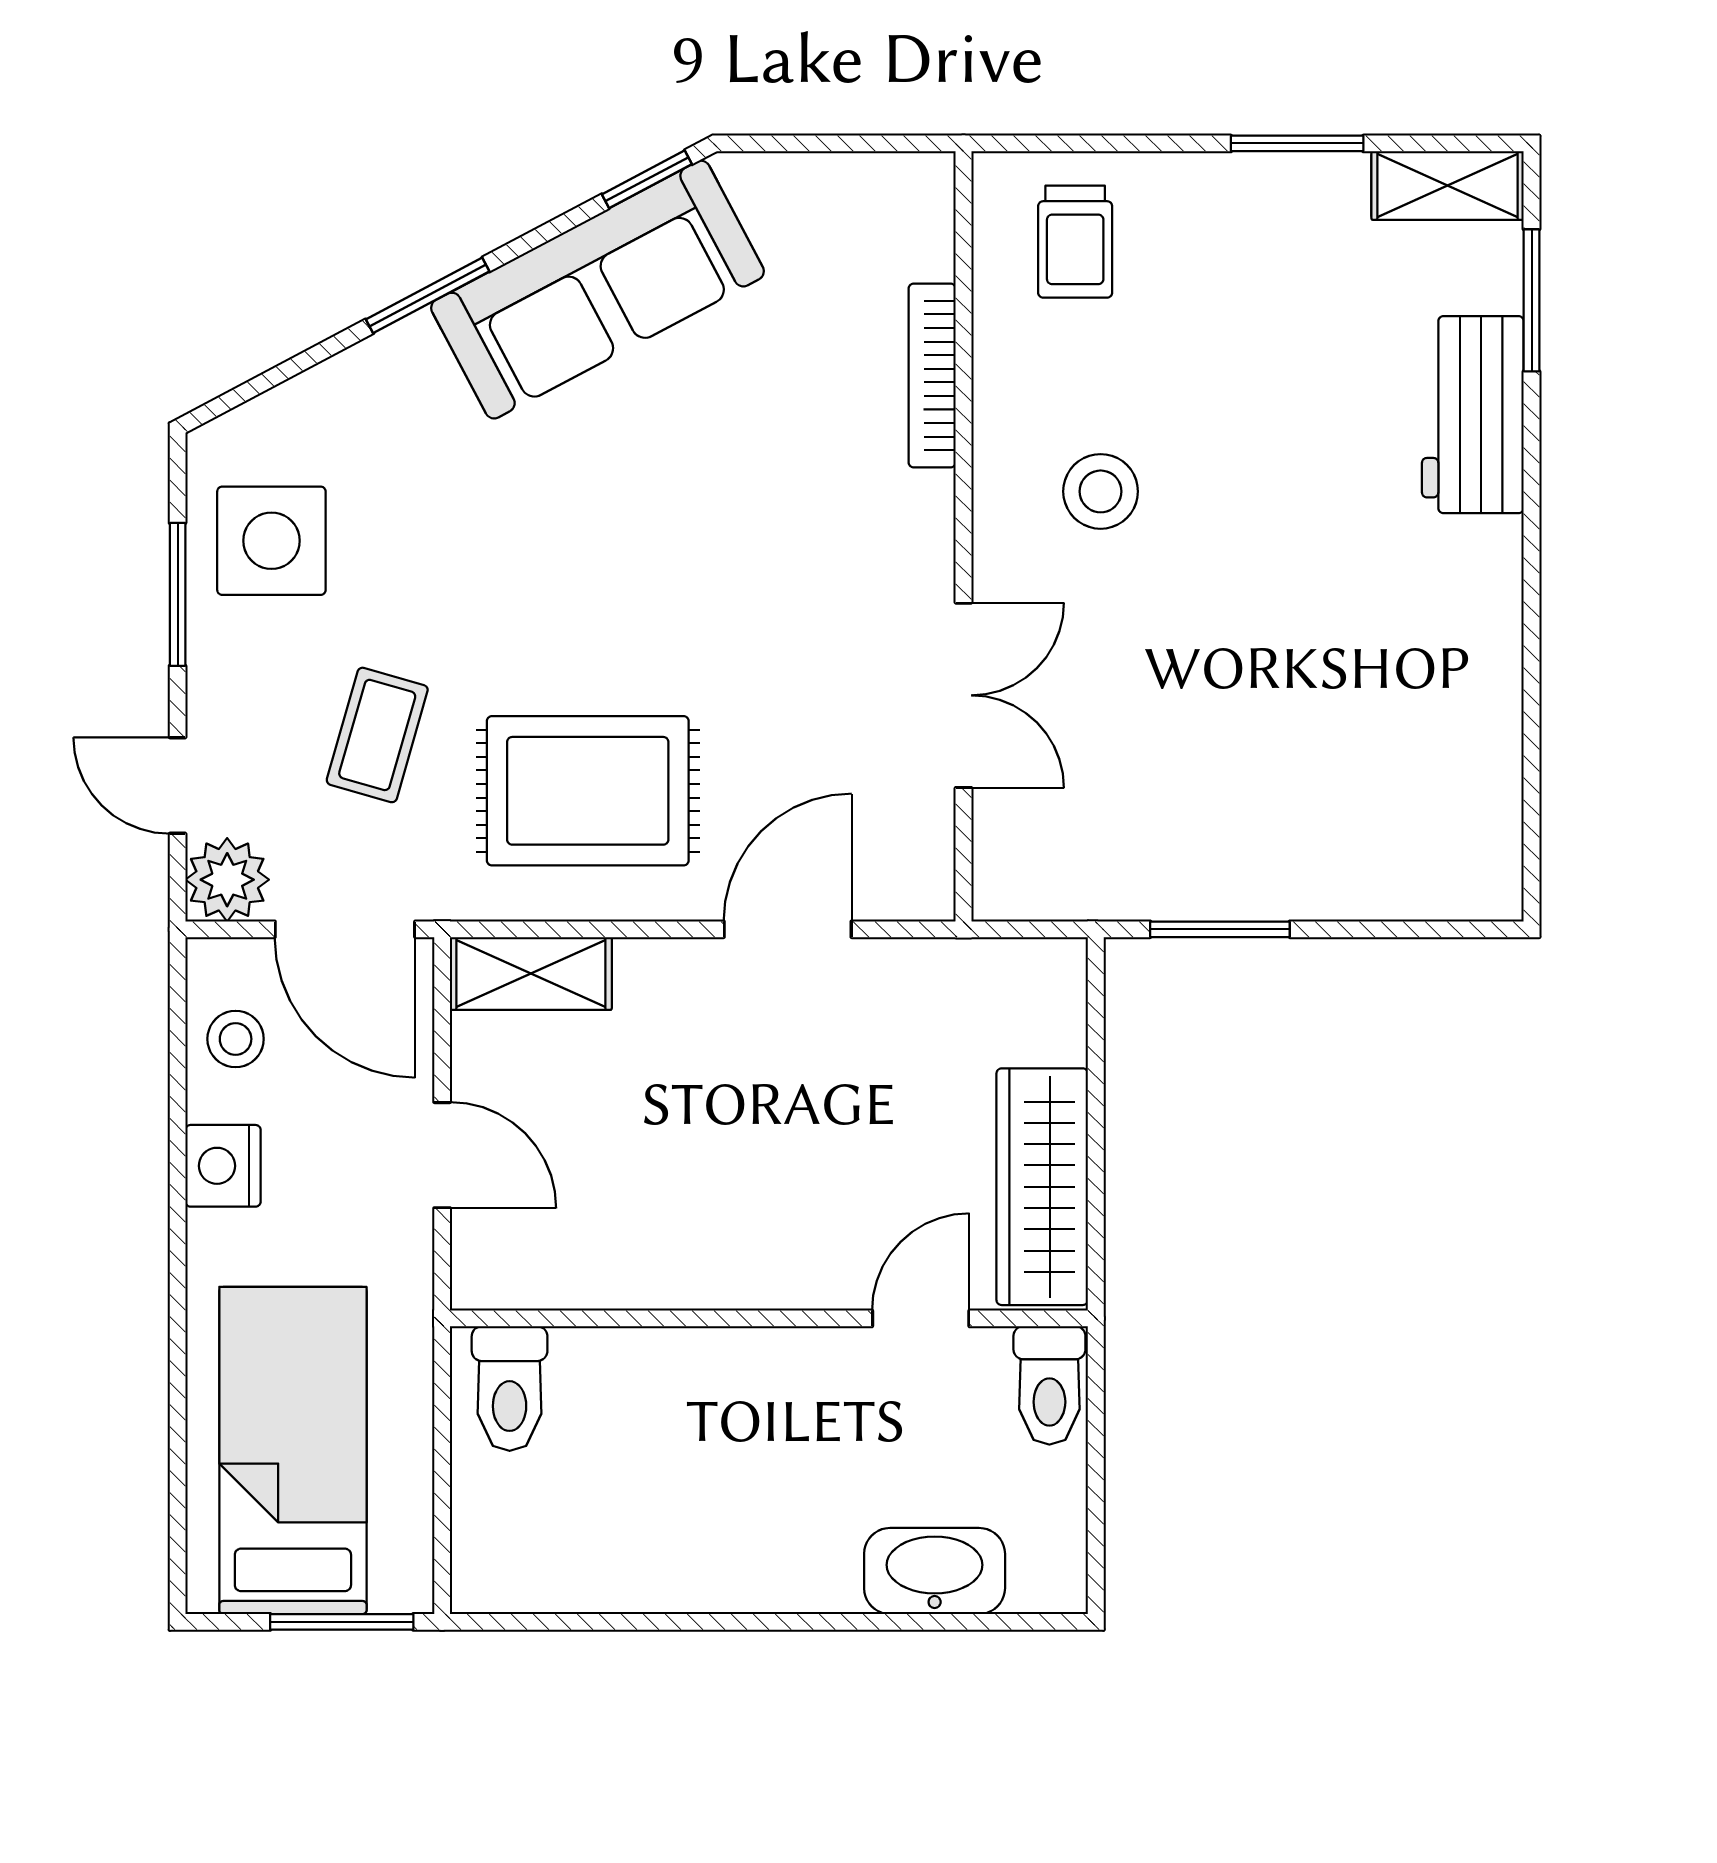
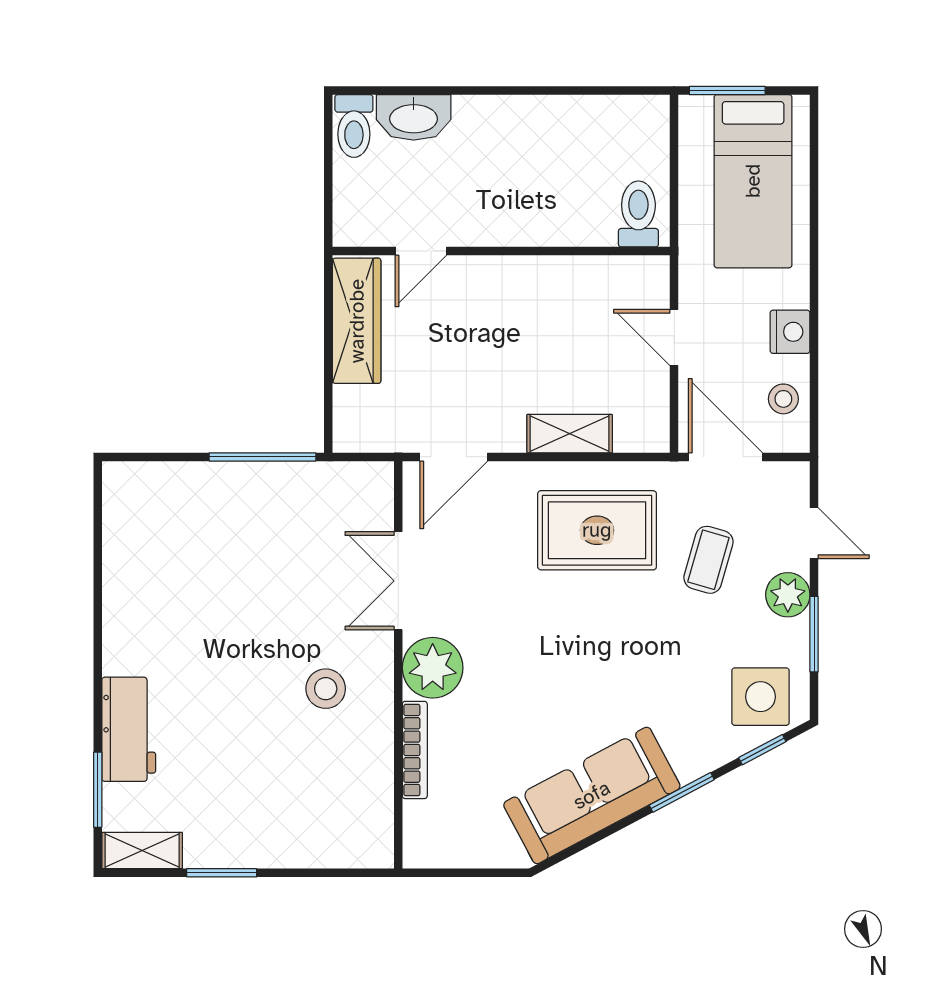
window: (647, 179) -> (762, 750), moved
trolley: (1075, 242) -> (339, 821), removed
plant: (898, 531) -> (433, 668), added
side table: (271, 541) -> (761, 697), moved
plant: (227, 880) -> (788, 595), moved
door: (788, 929) -> (454, 457), moved
window: (1220, 929) -> (263, 457), width x1.44
shelving: (531, 974) -> (570, 434), moved
toilet: (1049, 1385) -> (354, 126), moved, turned 180

